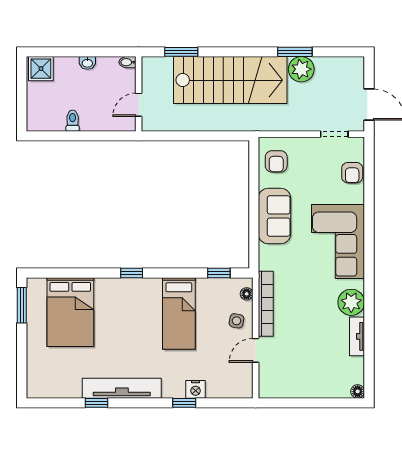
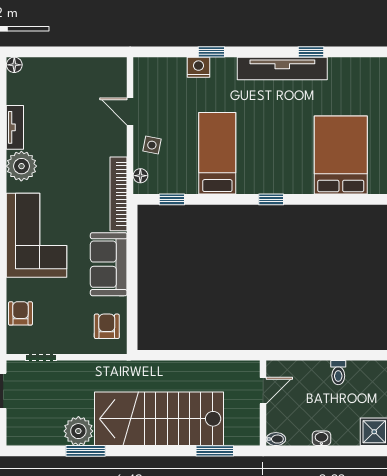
bookcase: (266, 304) -> (119, 194), moved
door: (256, 350) -> (130, 111), swing flipped

